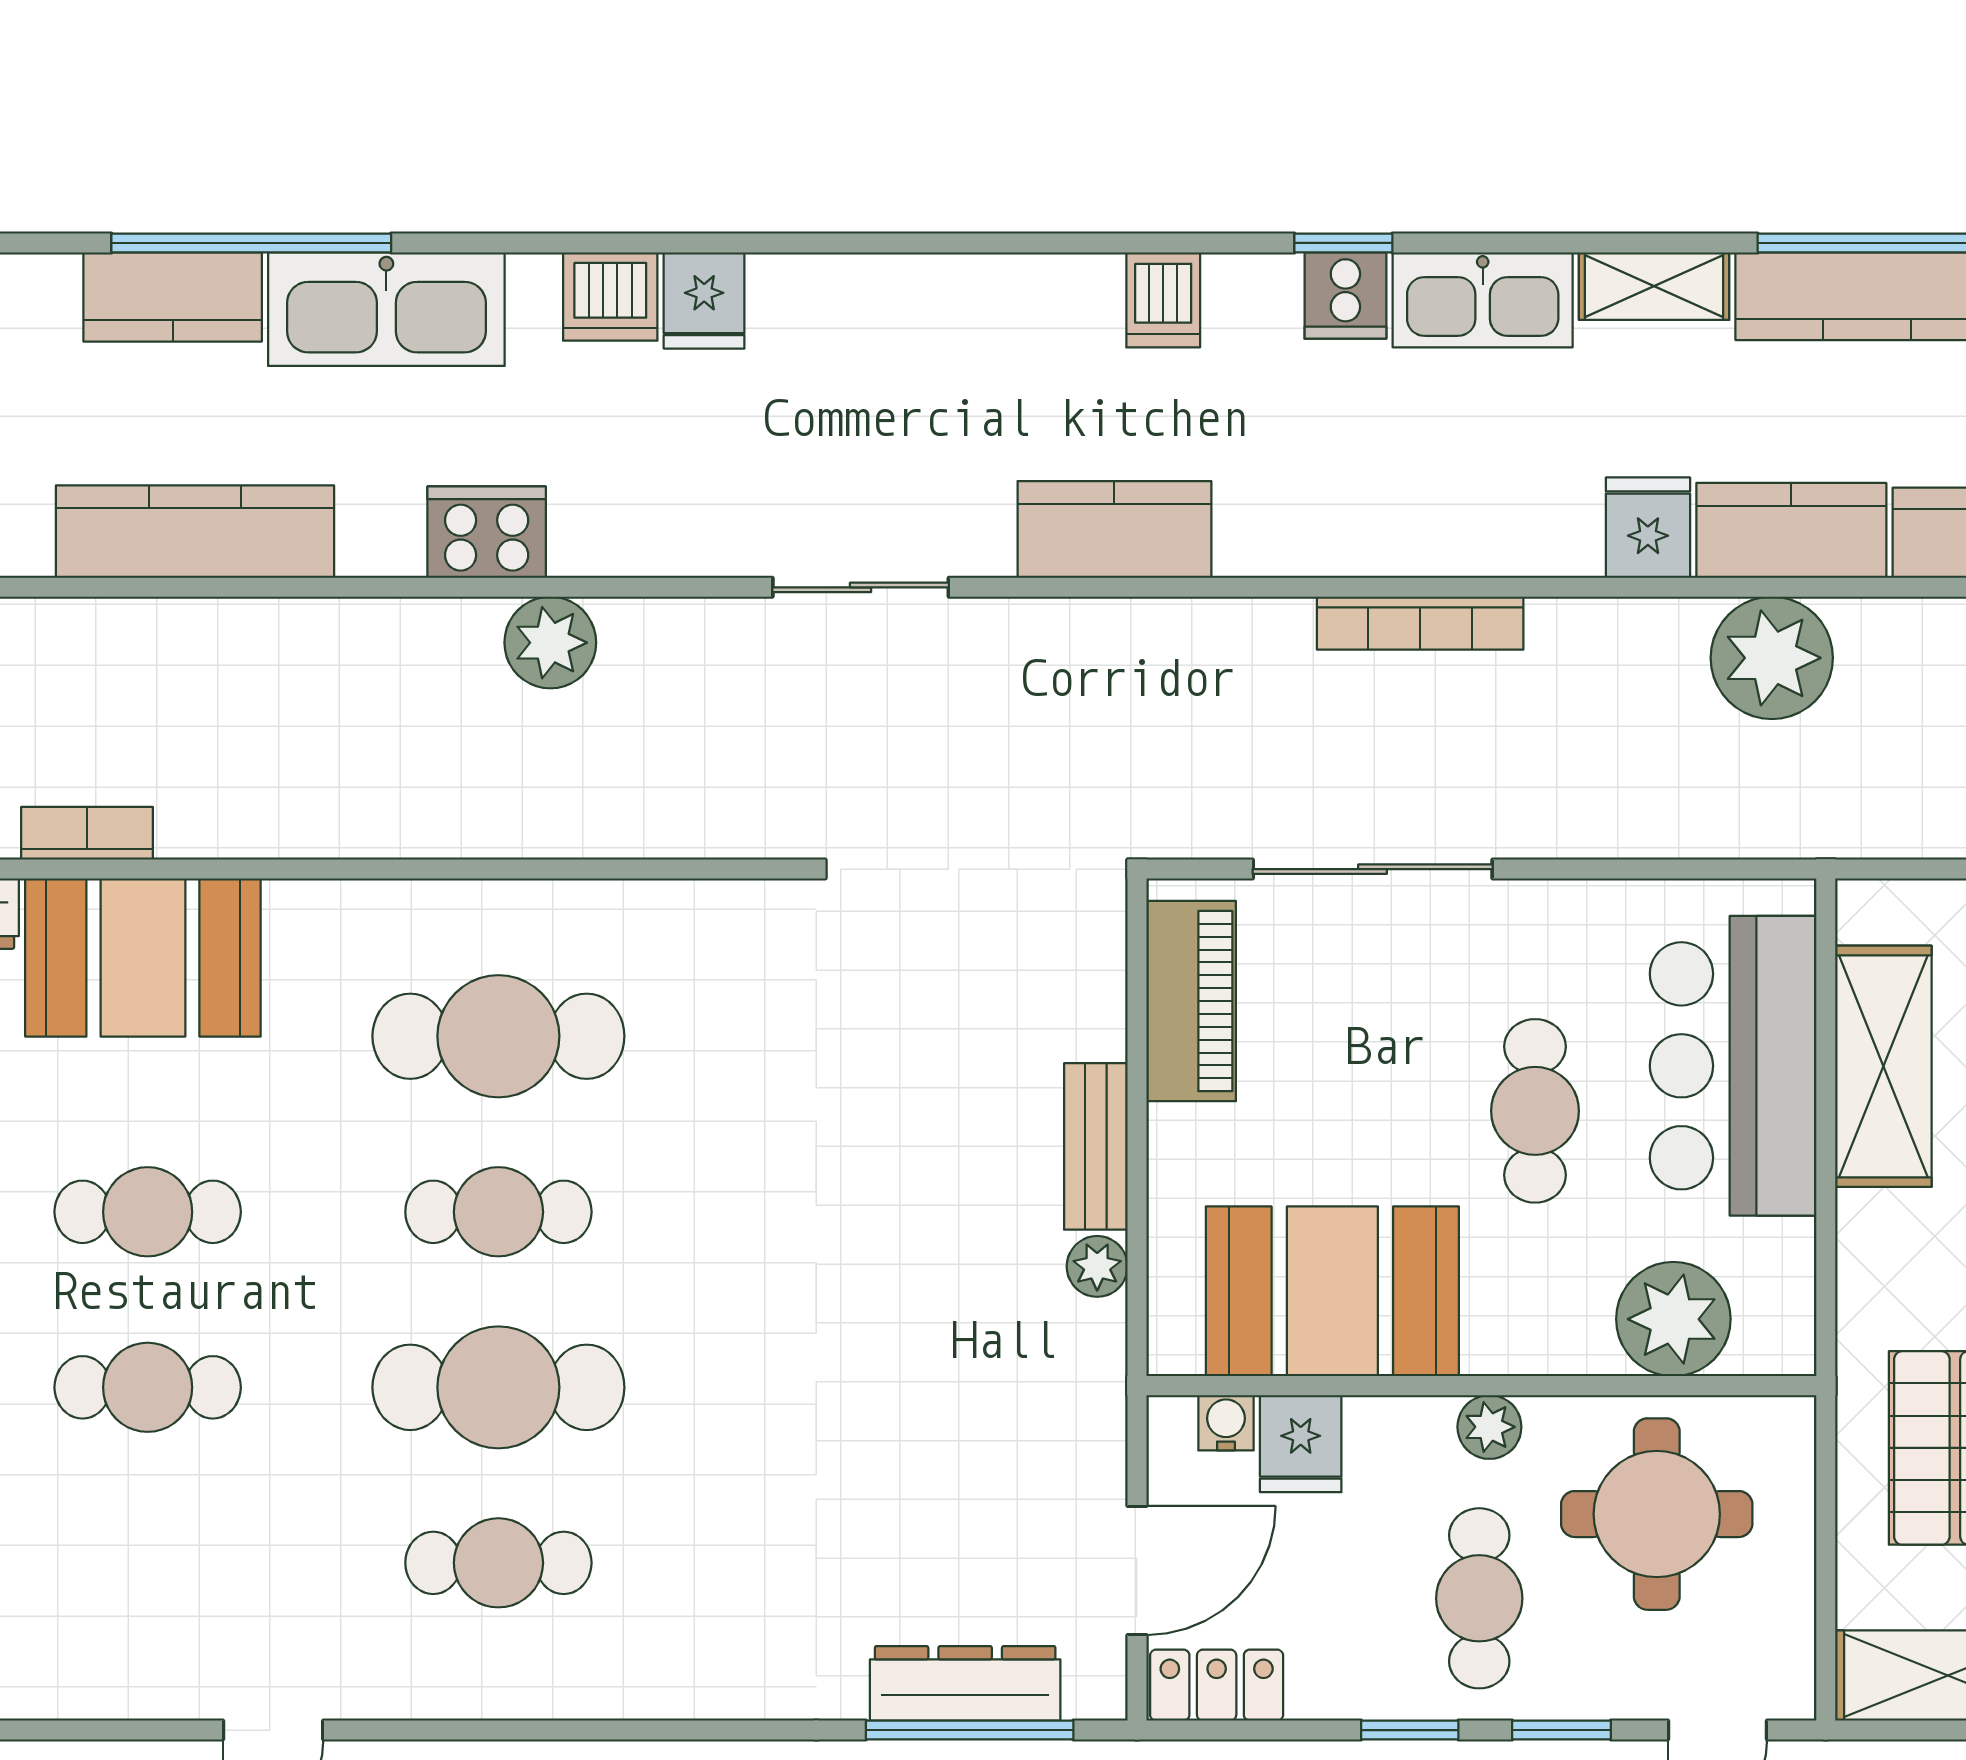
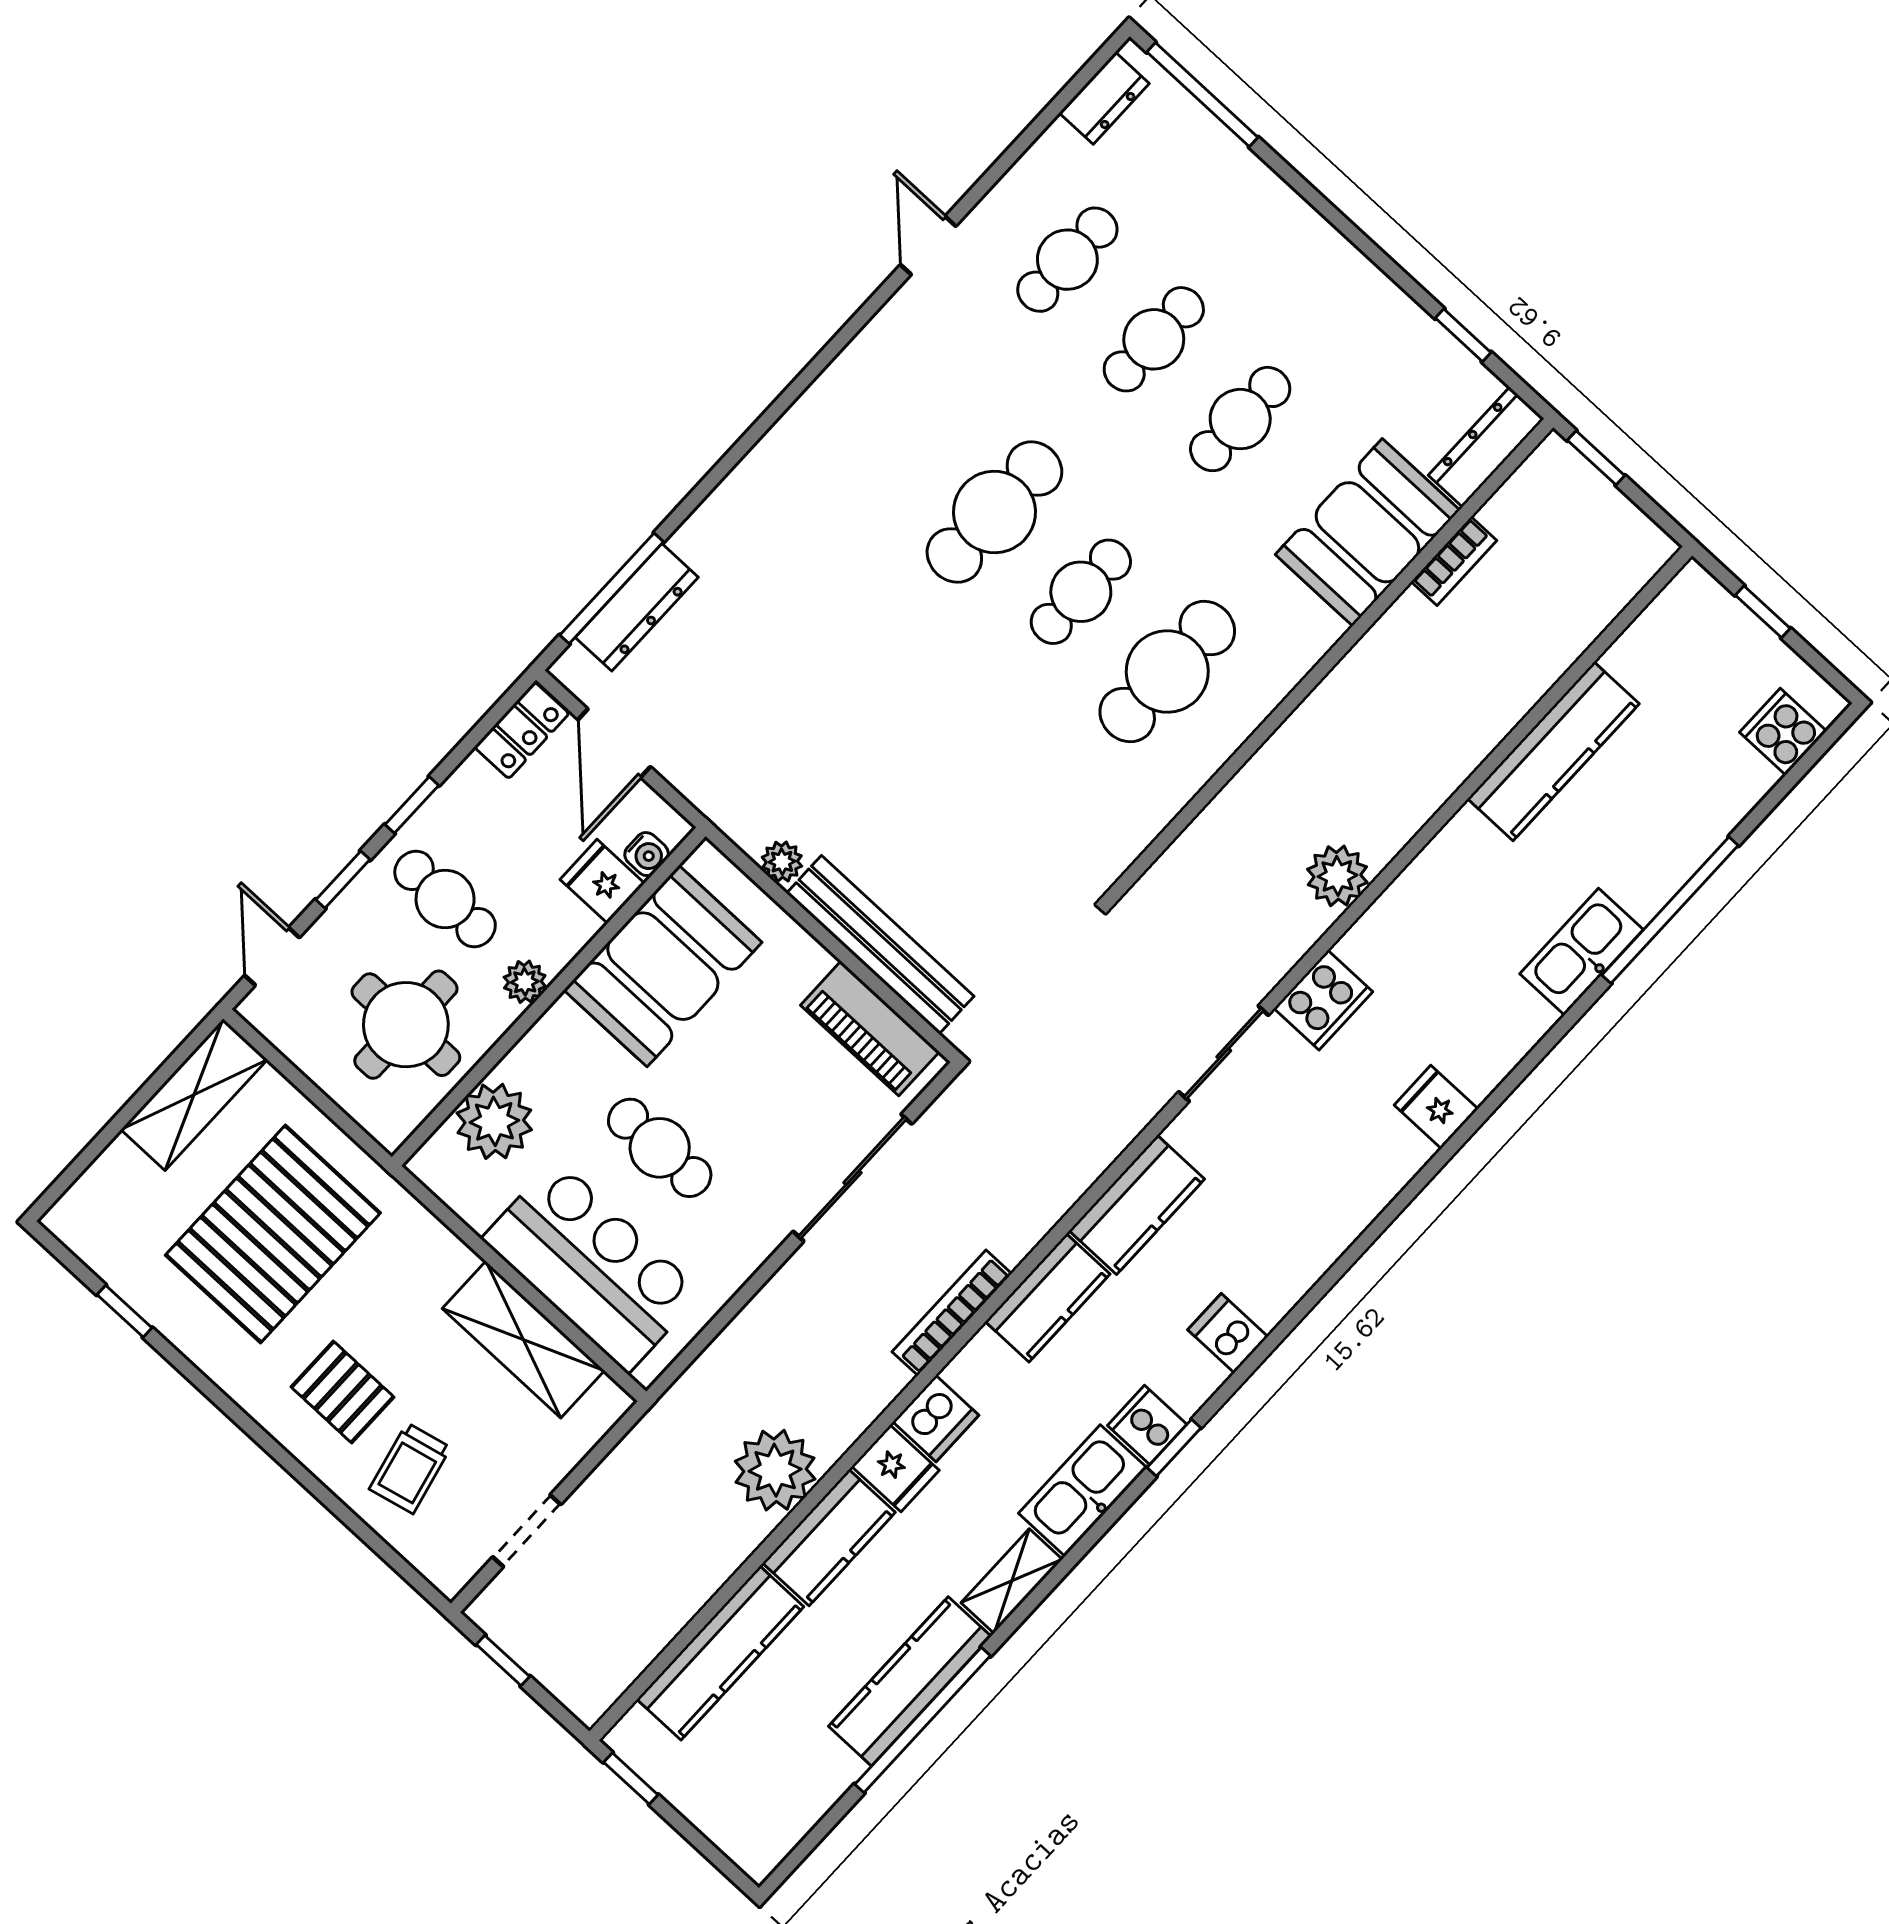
dishwasher: (610, 296) -> (936, 1419), moved, turned 180
kitchen counter: (173, 297) -> (1048, 1298), moved, turned 180
kitchen sink: (386, 309) -> (1581, 952), width x0.73, depth x0.81
cooker: (487, 532) -> (1323, 1000), moved
bench: (1096, 1146) -> (880, 945), width x1.86, depth x1.21
cafe table: (498, 1563) -> (1067, 260), moved

